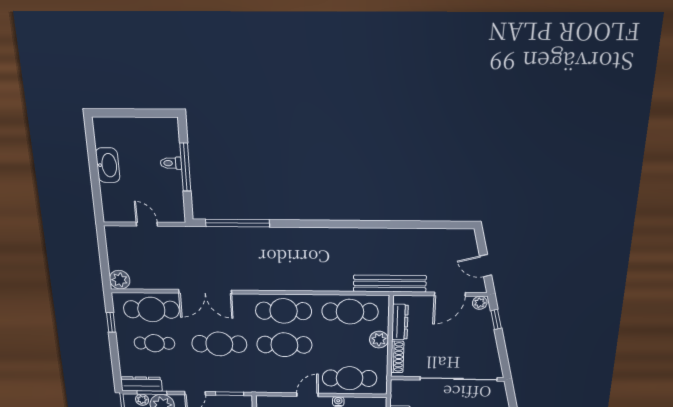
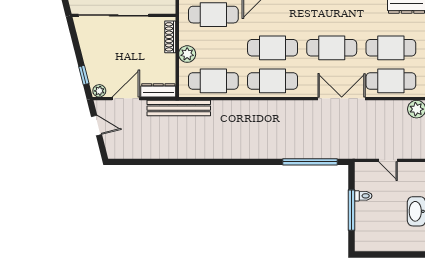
toilet: (171, 163) -> (363, 196), moved
dresser: (400, 322) -> (158, 90), moved, turned 90
cafe table: (154, 343) -> (391, 48), width x1.37, depth x1.35

